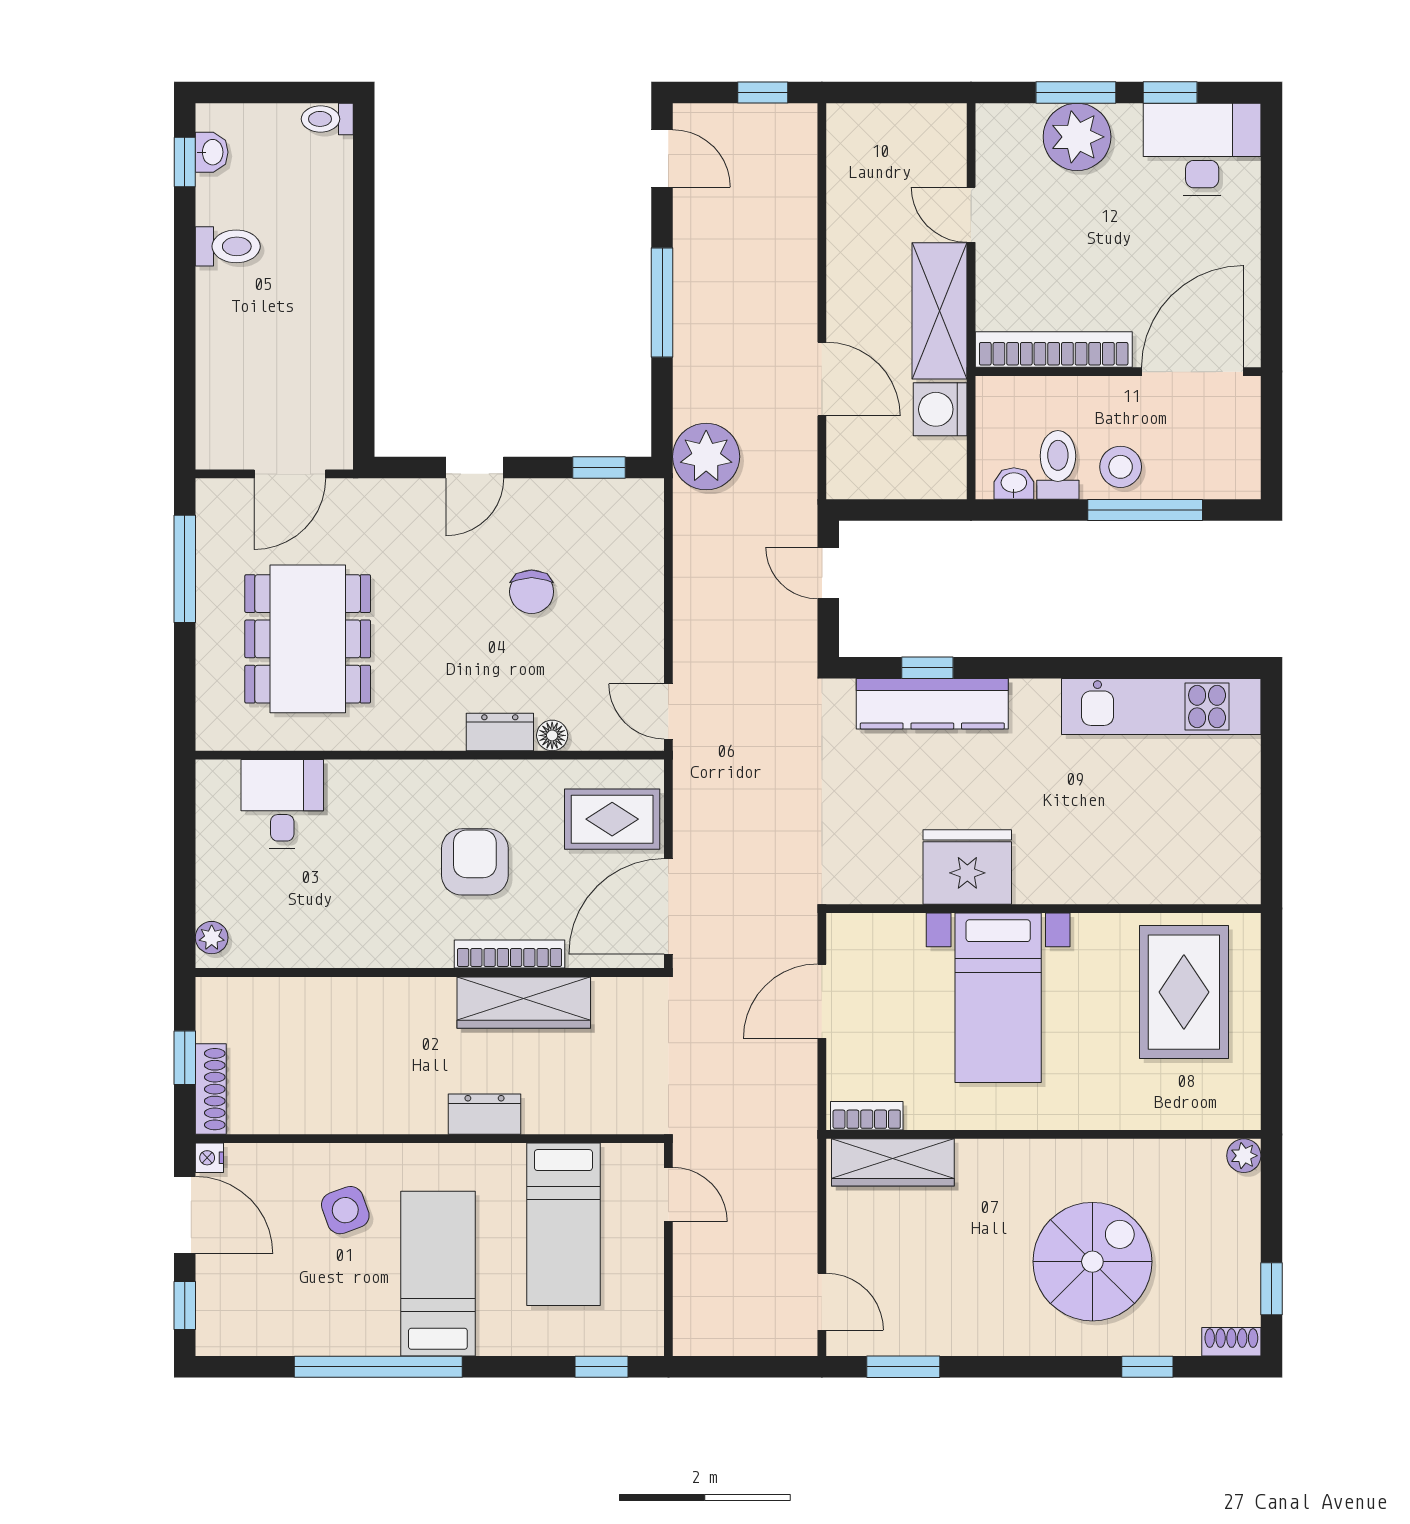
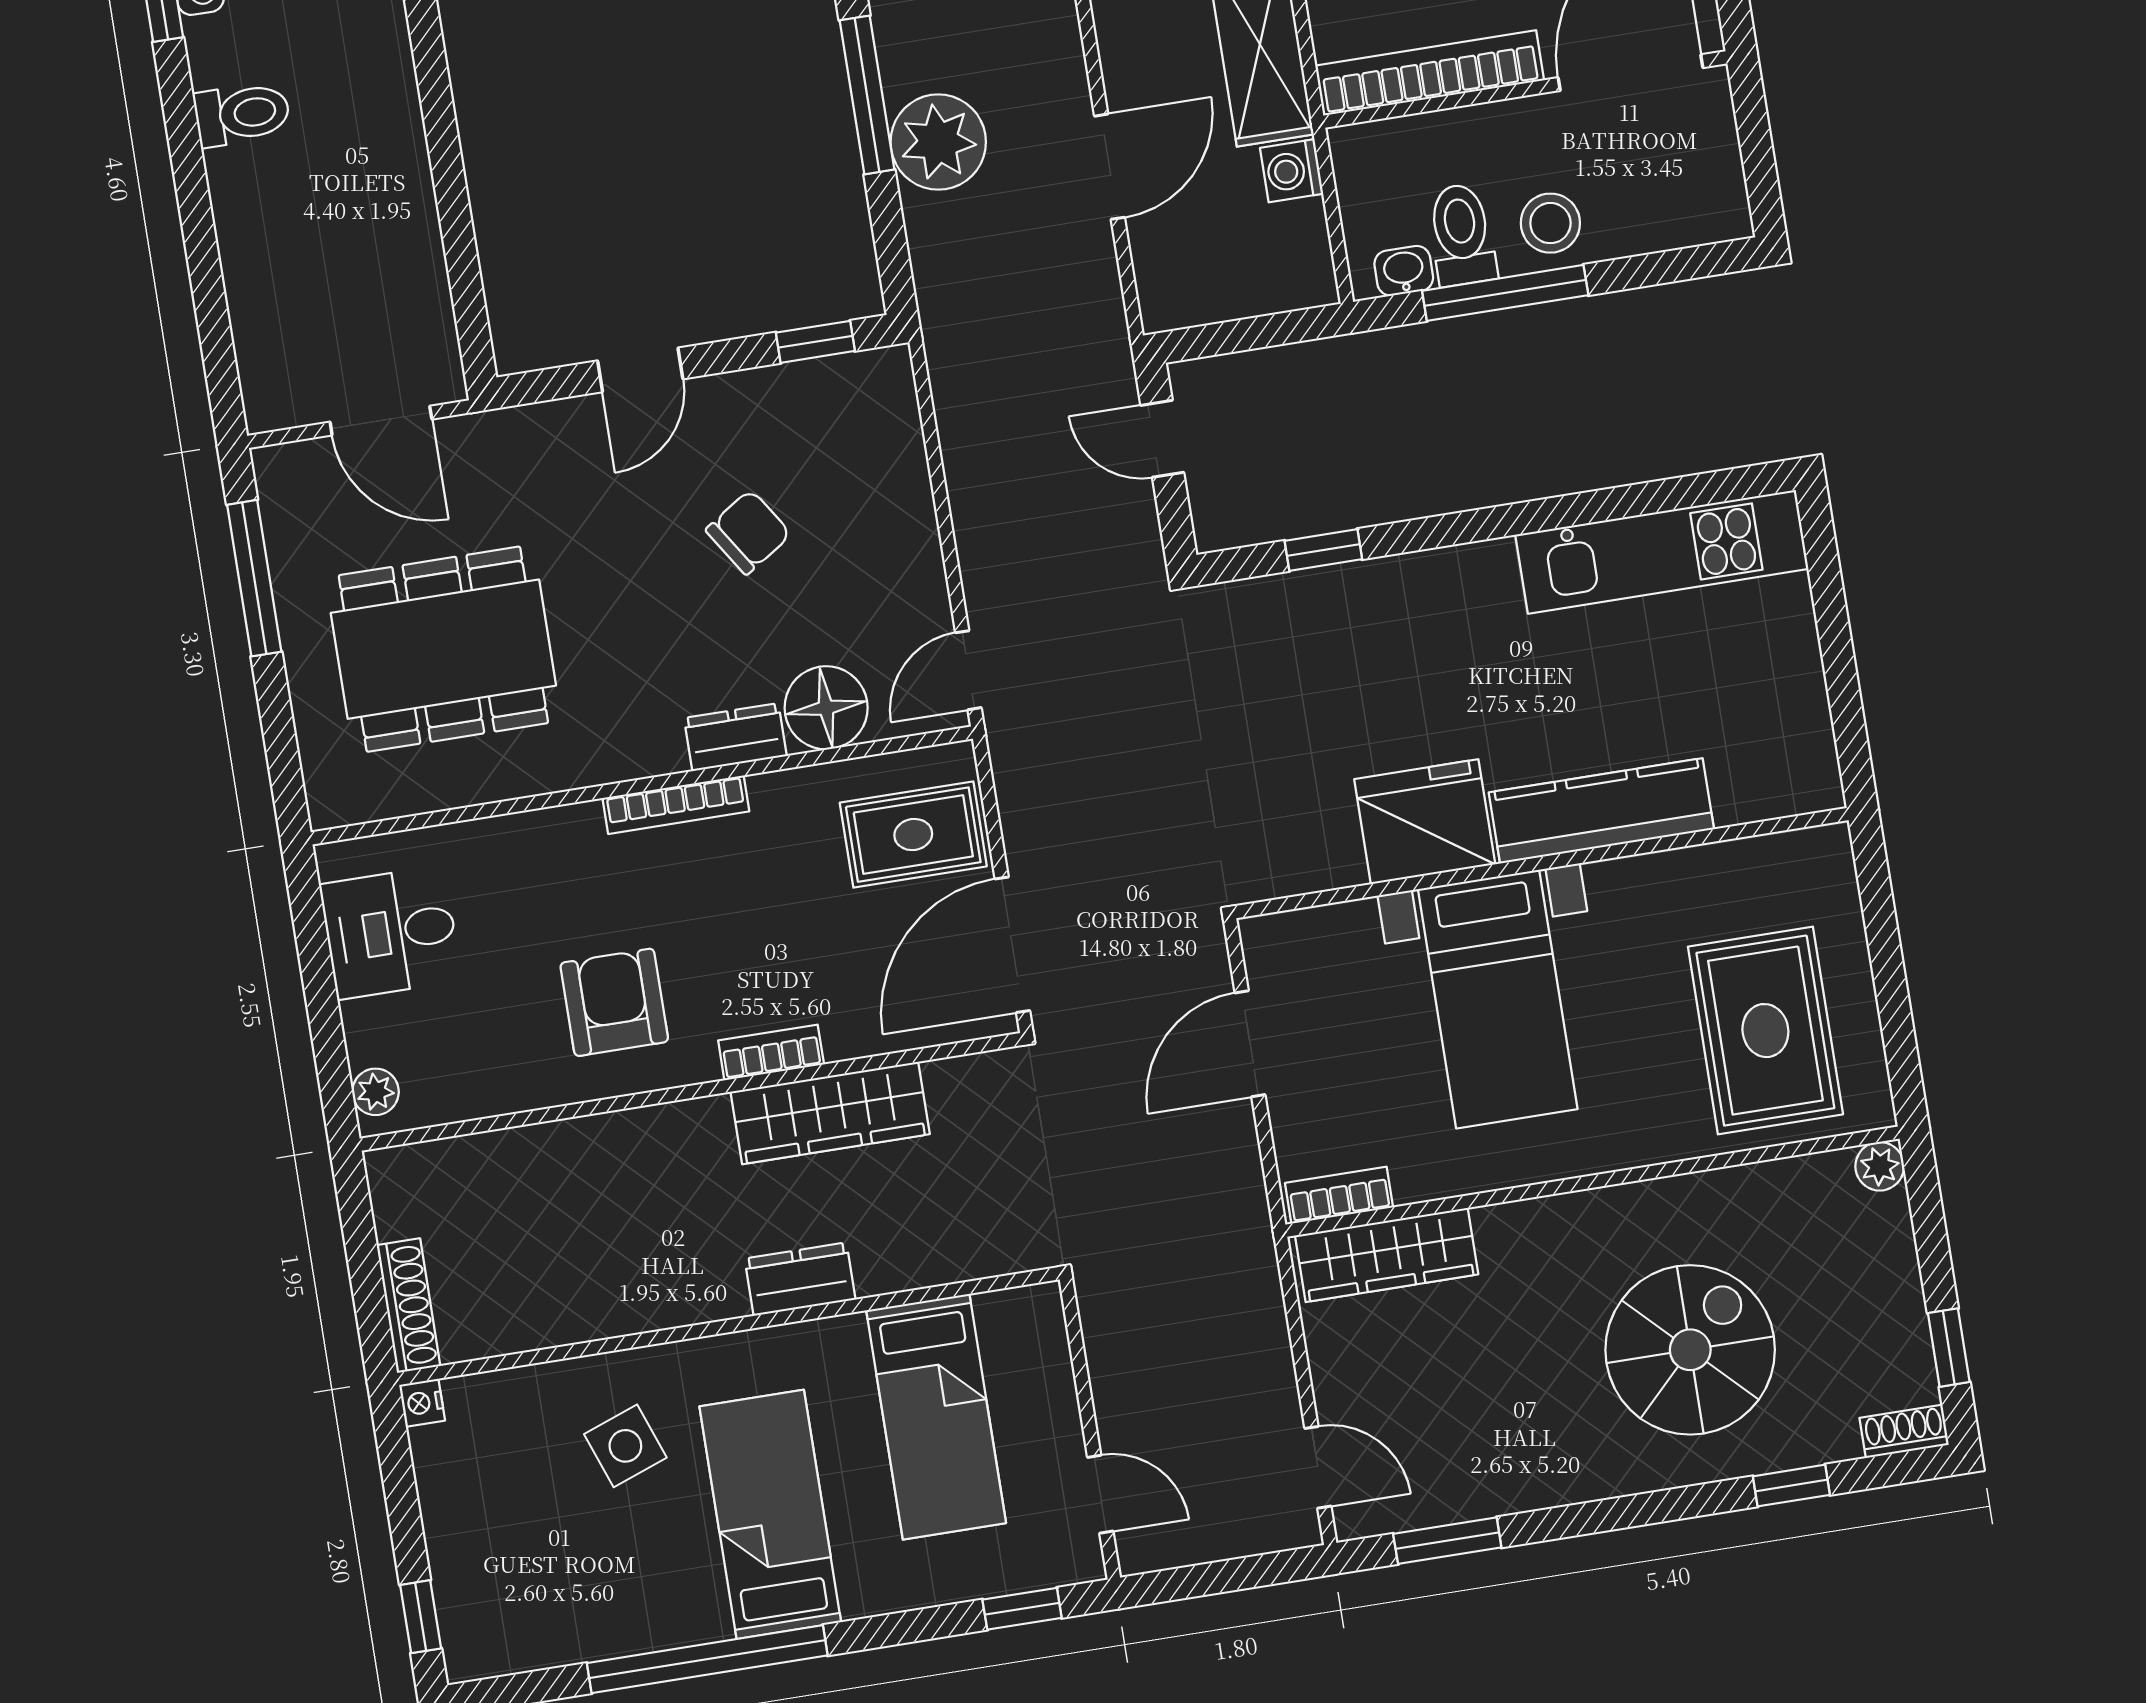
door: (822, 379) -> (1110, 167), hinge flipped
washing machine: (940, 409) -> (1292, 171), width x0.73, depth x0.73
plant: (706, 457) -> (938, 142), moved
door: (290, 474) -> (381, 421), hinge flipped
window: (1145, 510) -> (1505, 293), moved
chair: (532, 592) -> (748, 532), turned -123
dining table: (308, 639) -> (443, 649), turned 90
kitchen counter: (932, 704) -> (1601, 811), moved, turned 180
door: (668, 712) -> (968, 670), hinge flipped
floor lamp: (552, 735) -> (826, 708), width x1.89, depth x1.89
bookcase: (451, 772) -> (676, 805), added
desk: (282, 804) -> (391, 932), moved, turned -90
armchair: (475, 862) -> (614, 1002), moved
bookcase: (509, 954) -> (771, 1052), width x0.64
rug: (1184, 992) -> (1765, 1031), moved
window: (185, 1058) -> (365, 1267), removed
door: (668, 1194) -> (1100, 1494), moved
door: (185, 1215) -> (400, 1489), removed

